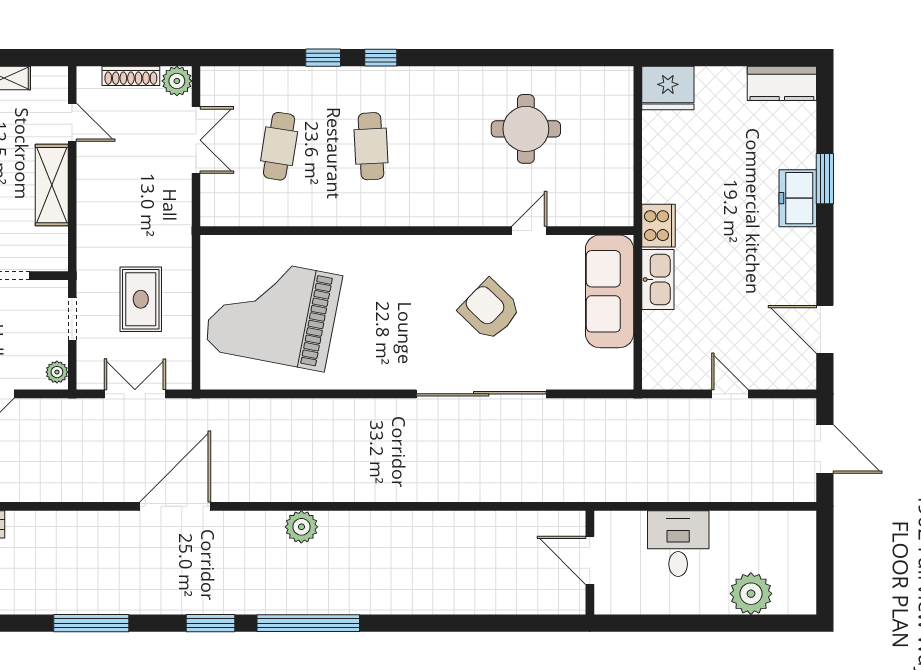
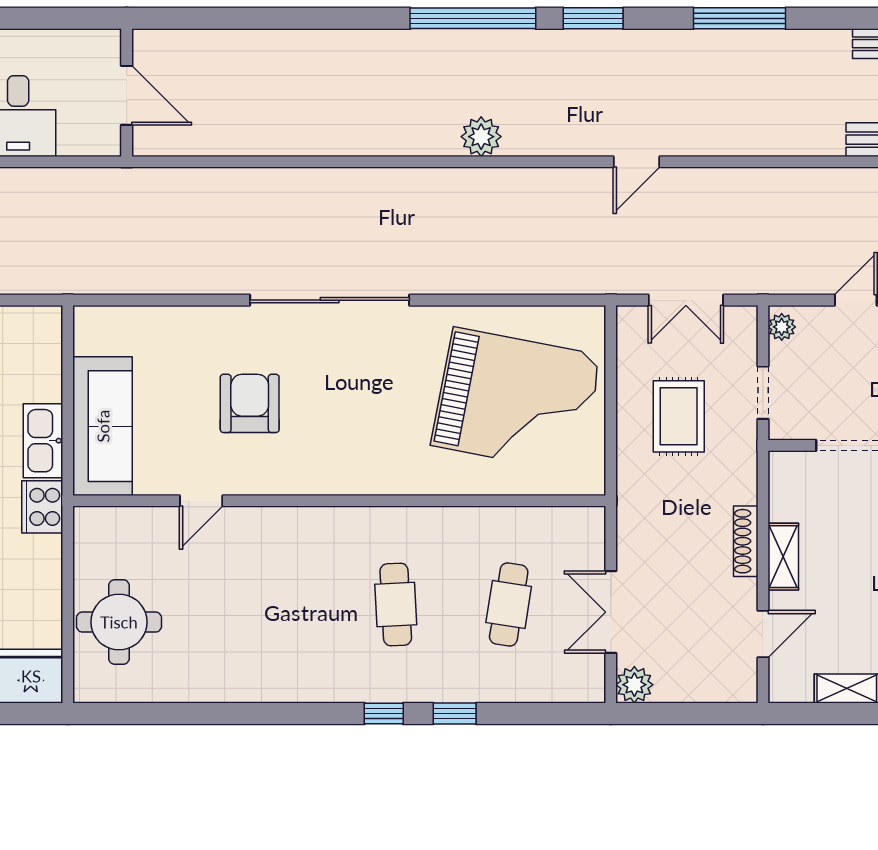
shoe rack: (131, 76) -> (746, 541), moved, turned -90
door: (72, 122) -> (763, 634), swing flipped
round table: (526, 129) -> (119, 622), moved
shelving: (52, 185) -> (783, 557), width x0.67, depth x0.75
armchair: (490, 310) -> (250, 403), turned -134
sliding door: (481, 394) -> (330, 300), moved
door: (175, 506) -> (637, 162), width x0.53

